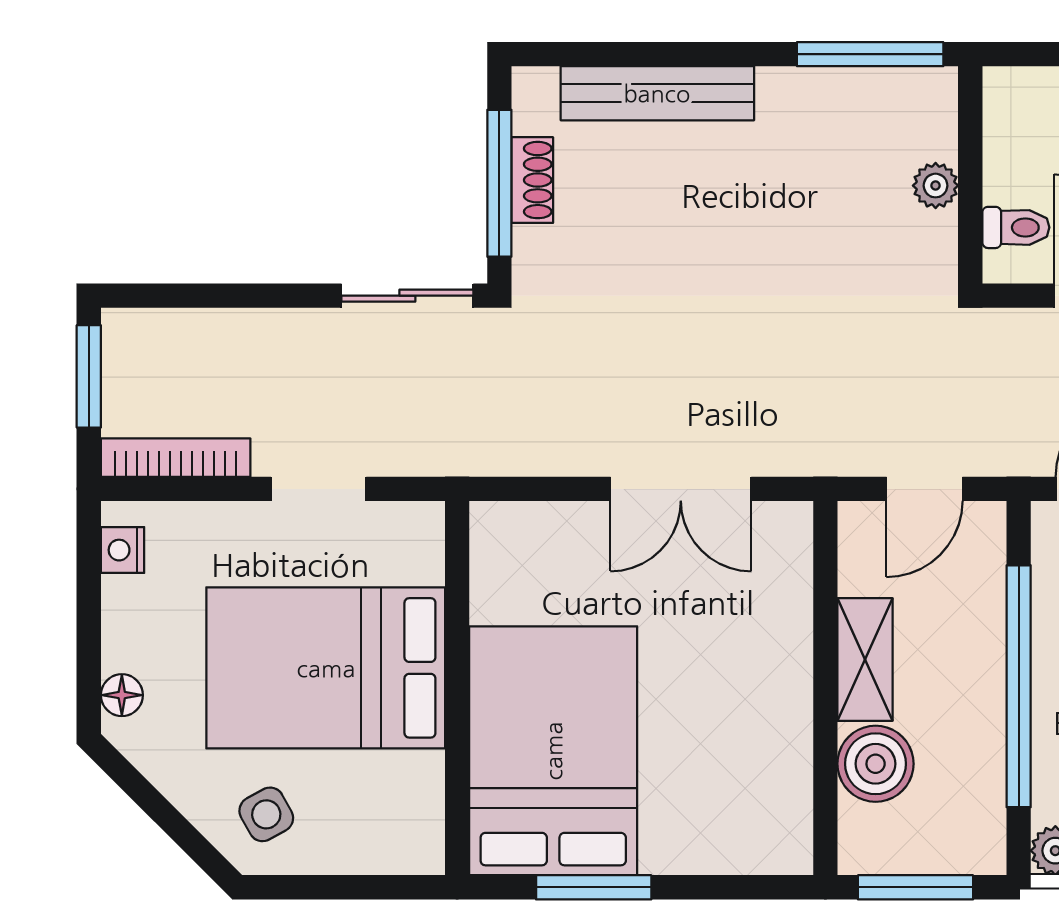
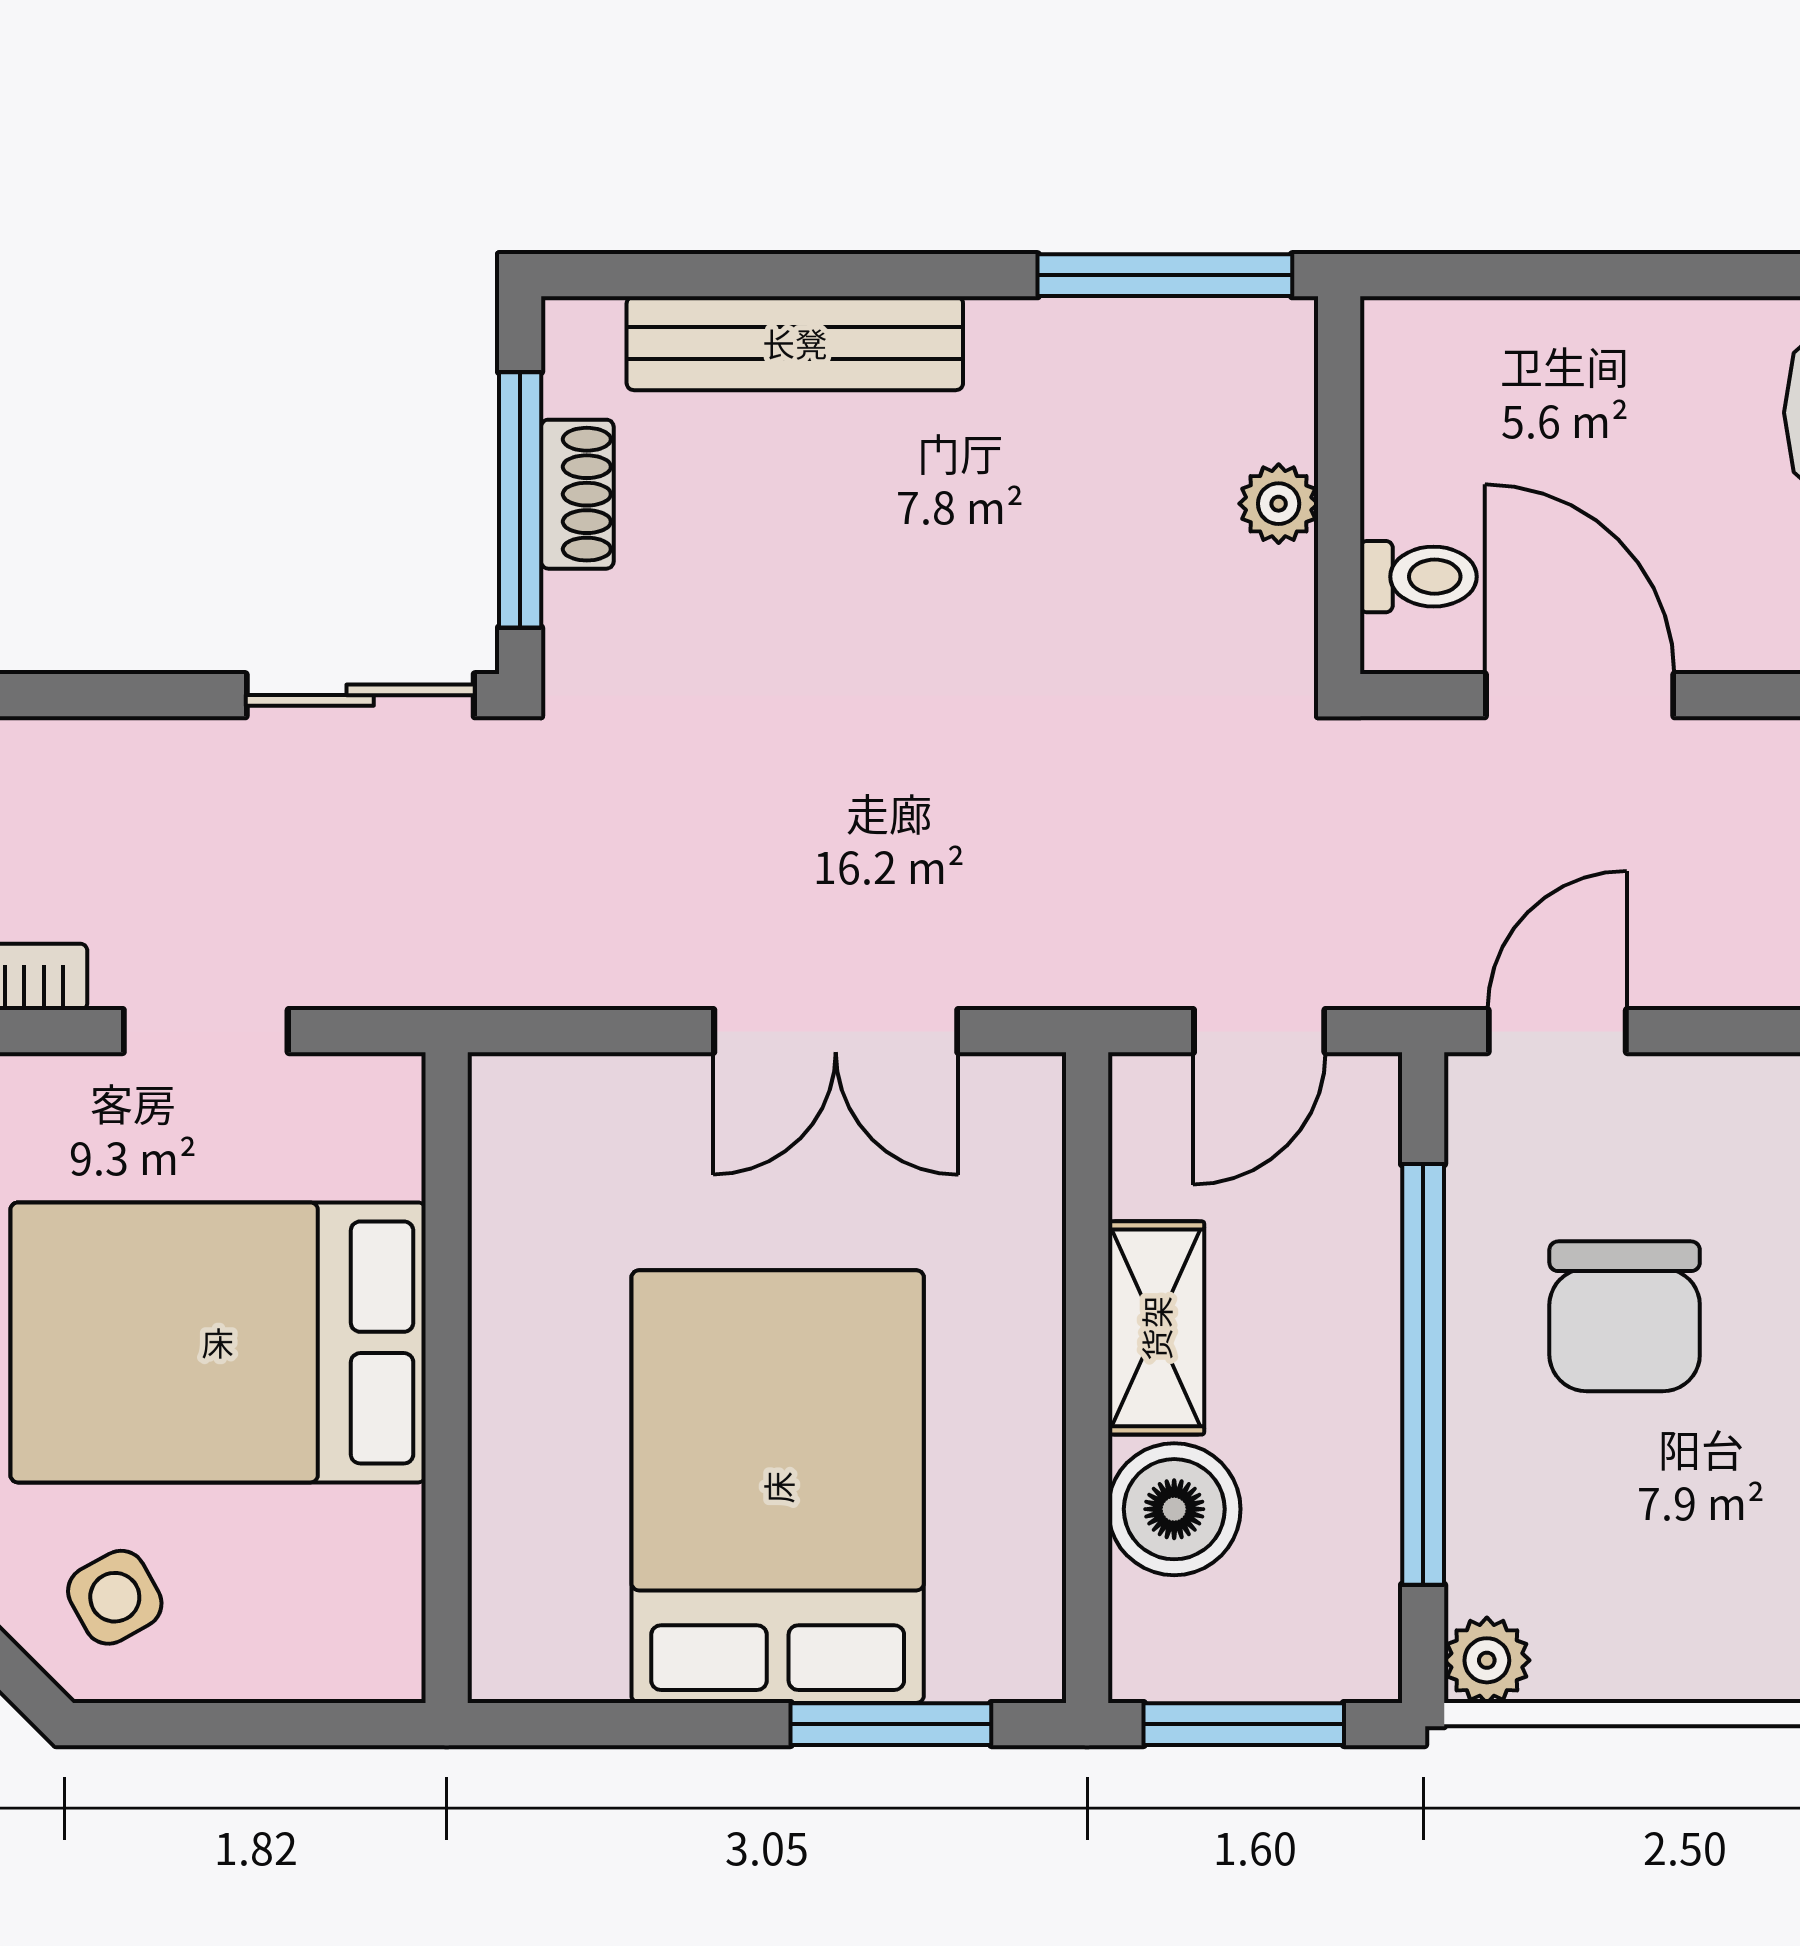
bed: (553, 751) -> (778, 1487), moved
window: (594, 887) -> (891, 1724), moved

